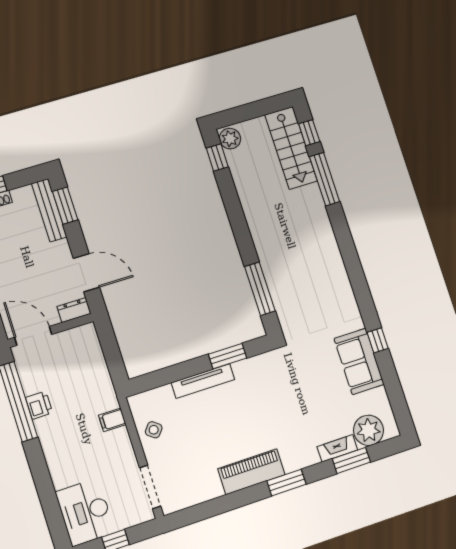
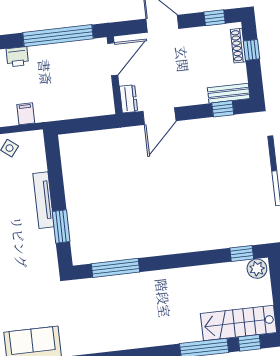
window: (65, 206) -> (223, 109), width x0.67
bench: (49, 210) -> (229, 93), width x0.73
printer: (39, 405) -> (17, 57), moved

